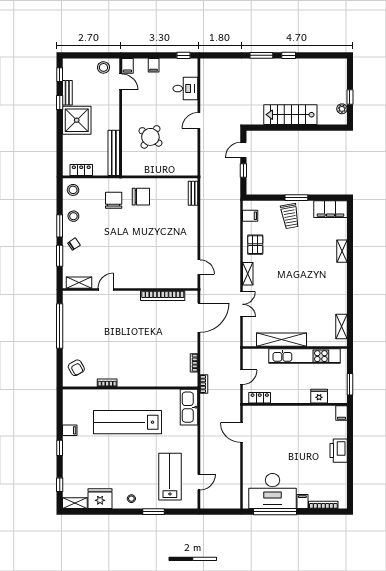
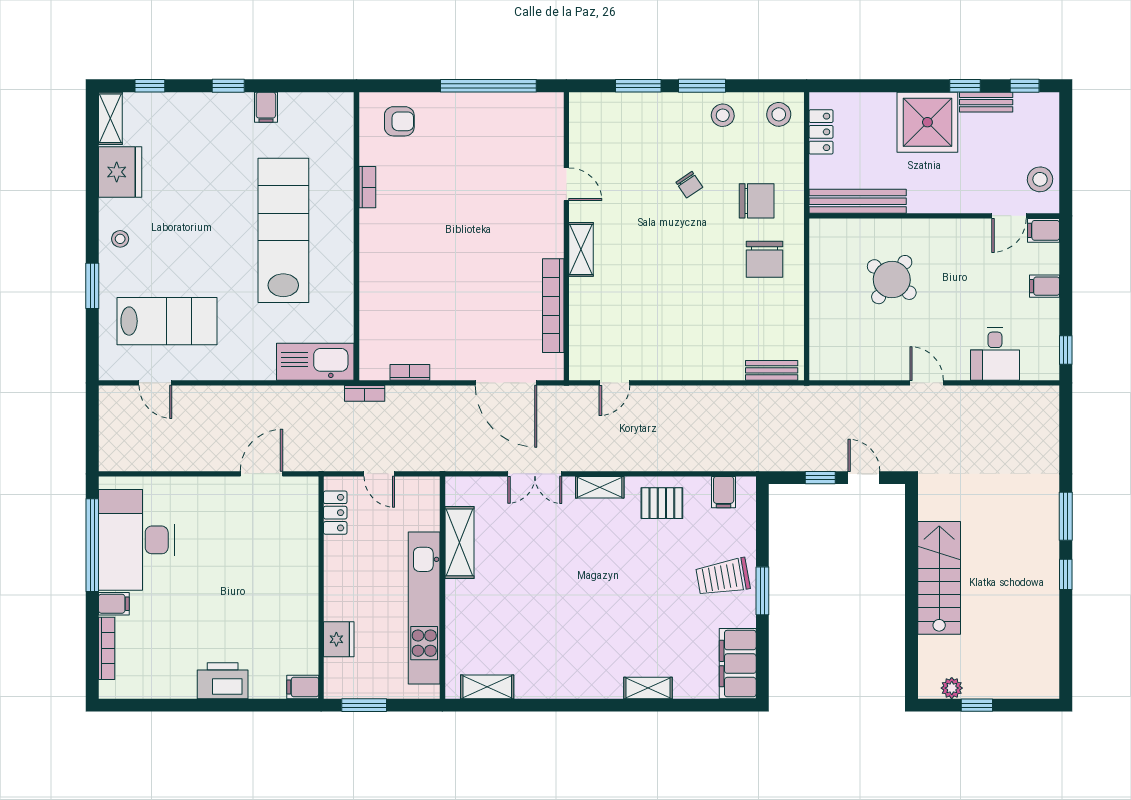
chair: (74, 244) -> (689, 185), moved
shelving: (79, 283) -> (581, 249), moved
shelving: (282, 340) -> (459, 542), width x0.68
armchair: (76, 368) -> (399, 121), turned -151

